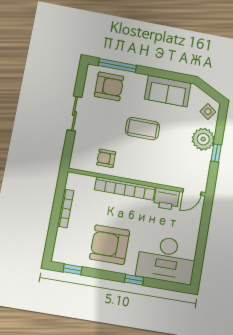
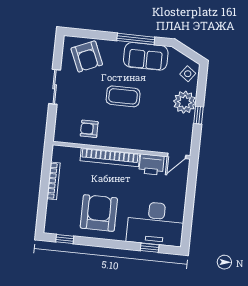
window: (117, 65) -> (136, 39), moved
armchair: (109, 86) -> (87, 56), turned 67
armchair: (110, 245) -> (99, 213), turned 90
window: (134, 280) -> (150, 248), moved

